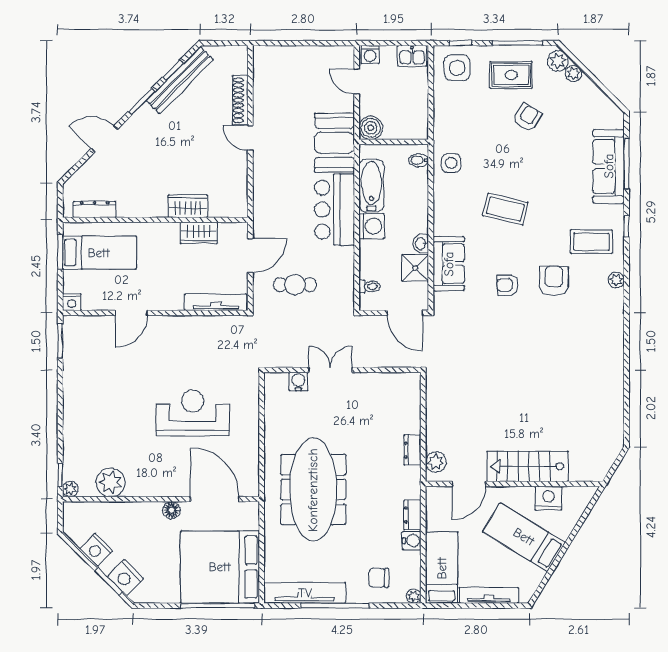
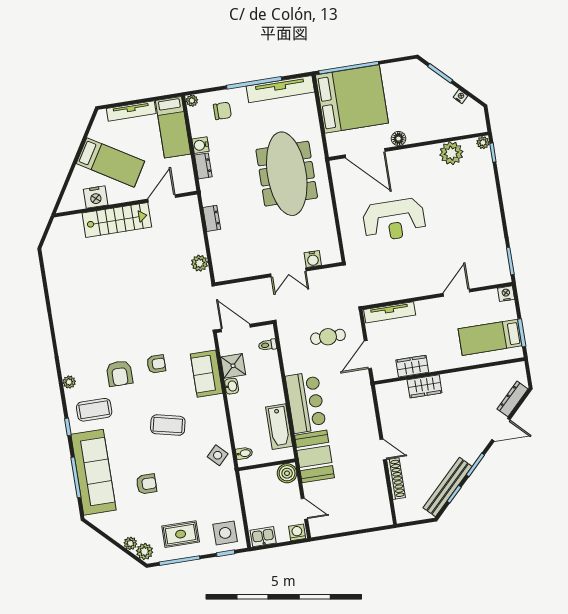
armchair: (527, 117) -> (146, 484), moved, turned -122
side table: (451, 163) -> (218, 455), turned 45
sofa: (609, 166) -> (93, 472), width x1.36, depth x1.27
dresser: (95, 209) -> (512, 399), moved, turned 135
washing machine: (372, 226) -> (274, 394), removed
plant: (436, 462) -> (200, 263), moved
nightstand: (96, 550) -> (461, 96), width x0.53, depth x0.56
nightstand: (125, 578) -> (427, 78), removed

